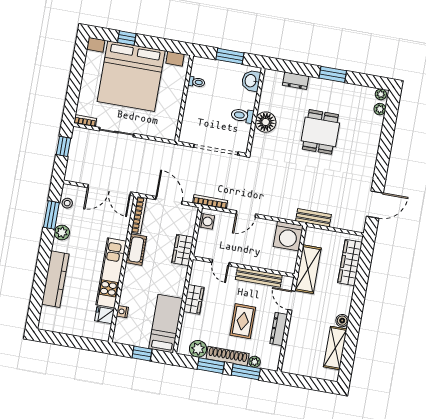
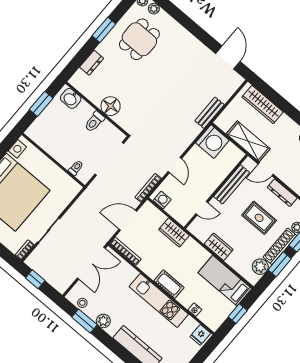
toilet: (197, 82) -> (76, 168), moved
dining table: (320, 132) -> (139, 39), moved, turned 90
cot: (136, 250) -> (169, 284), moved
fridge: (104, 315) -> (200, 335), moved

